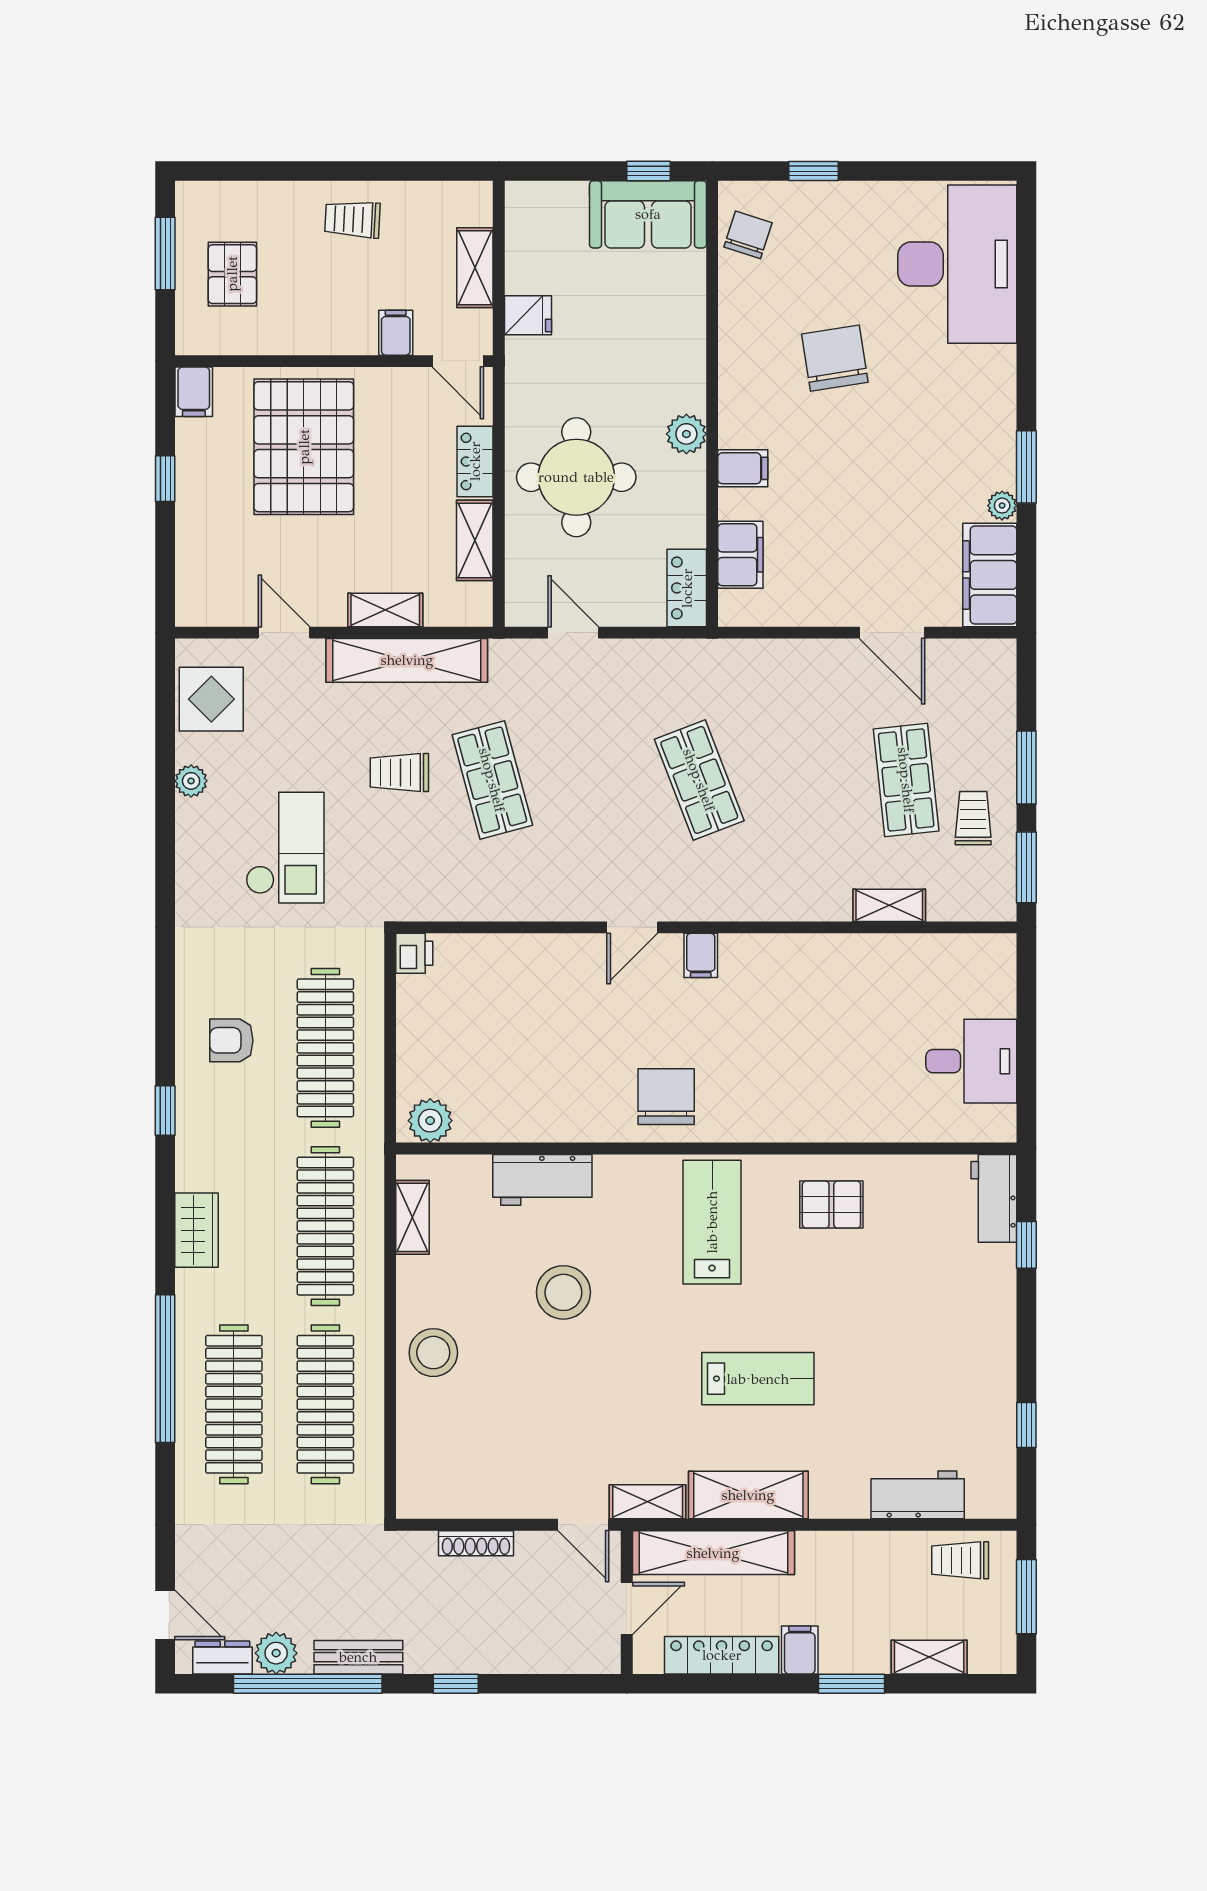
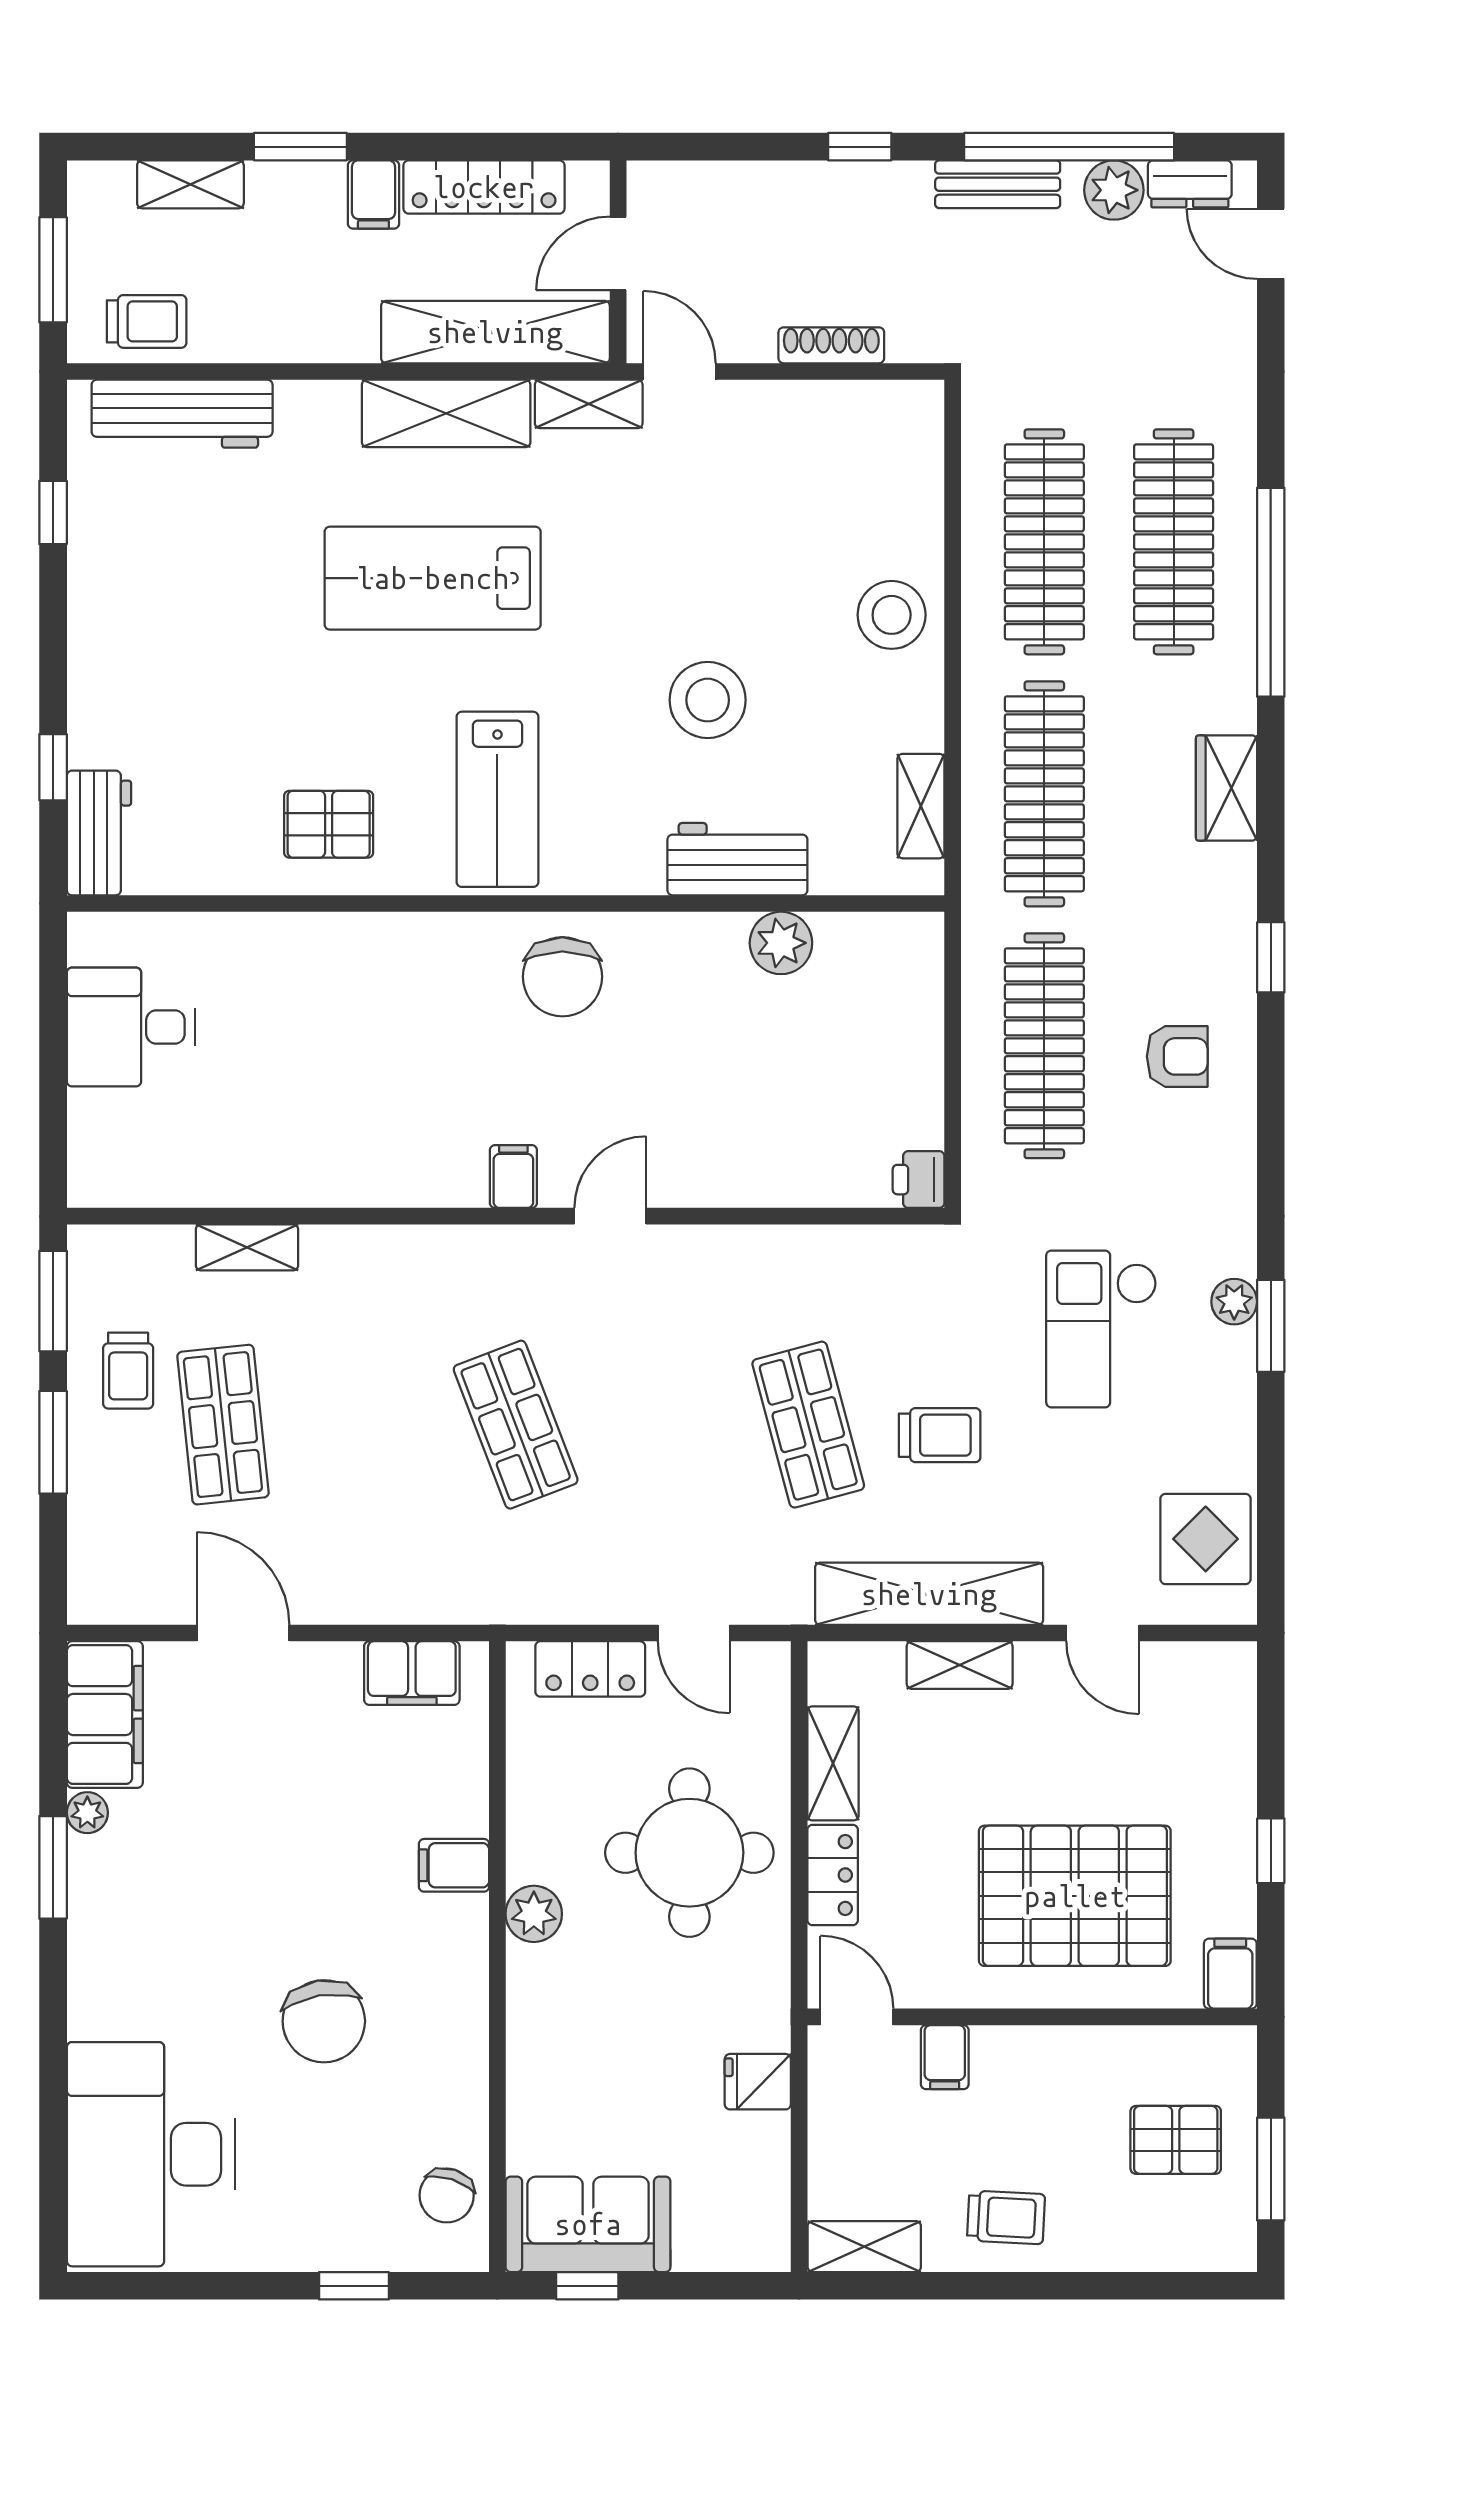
shelving: (475, 268) -> (864, 2247), moved, turned 90
pallet: (232, 274) -> (1176, 2140), turned 90
pallet: (304, 447) -> (1075, 1896), turned 90
filing cabinet: (740, 555) -> (412, 1673), moved, turned -90
locker: (687, 588) -> (590, 1669), moved, turned 90
plant: (191, 781) -> (1234, 1302), moved
window: (165, 850) -> (1271, 1326), added
plant: (430, 1121) -> (781, 943), moved
lab bench: (758, 1379) -> (433, 578), width x1.36, depth x1.39
workbench: (918, 1495) -> (182, 414), width x1.38

